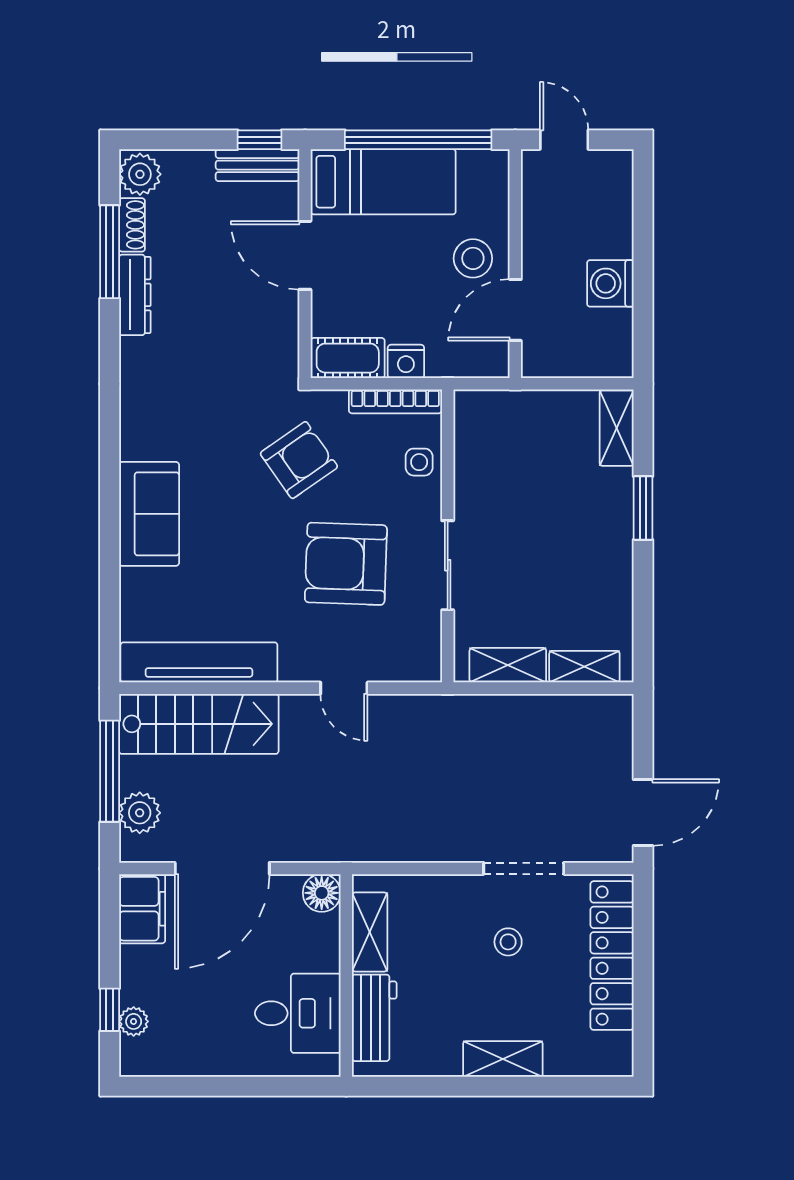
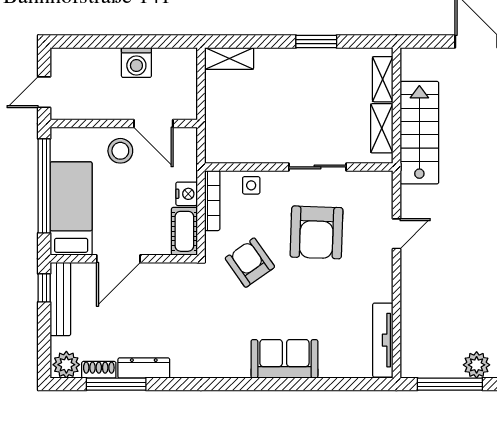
bench: (257, 165) -> (60, 299), width x1.36
window: (643, 508) -> (316, 42), moved
tv unit: (199, 662) -> (383, 340), width x0.73, depth x0.78
stairs: (199, 724) -> (419, 133), moved

